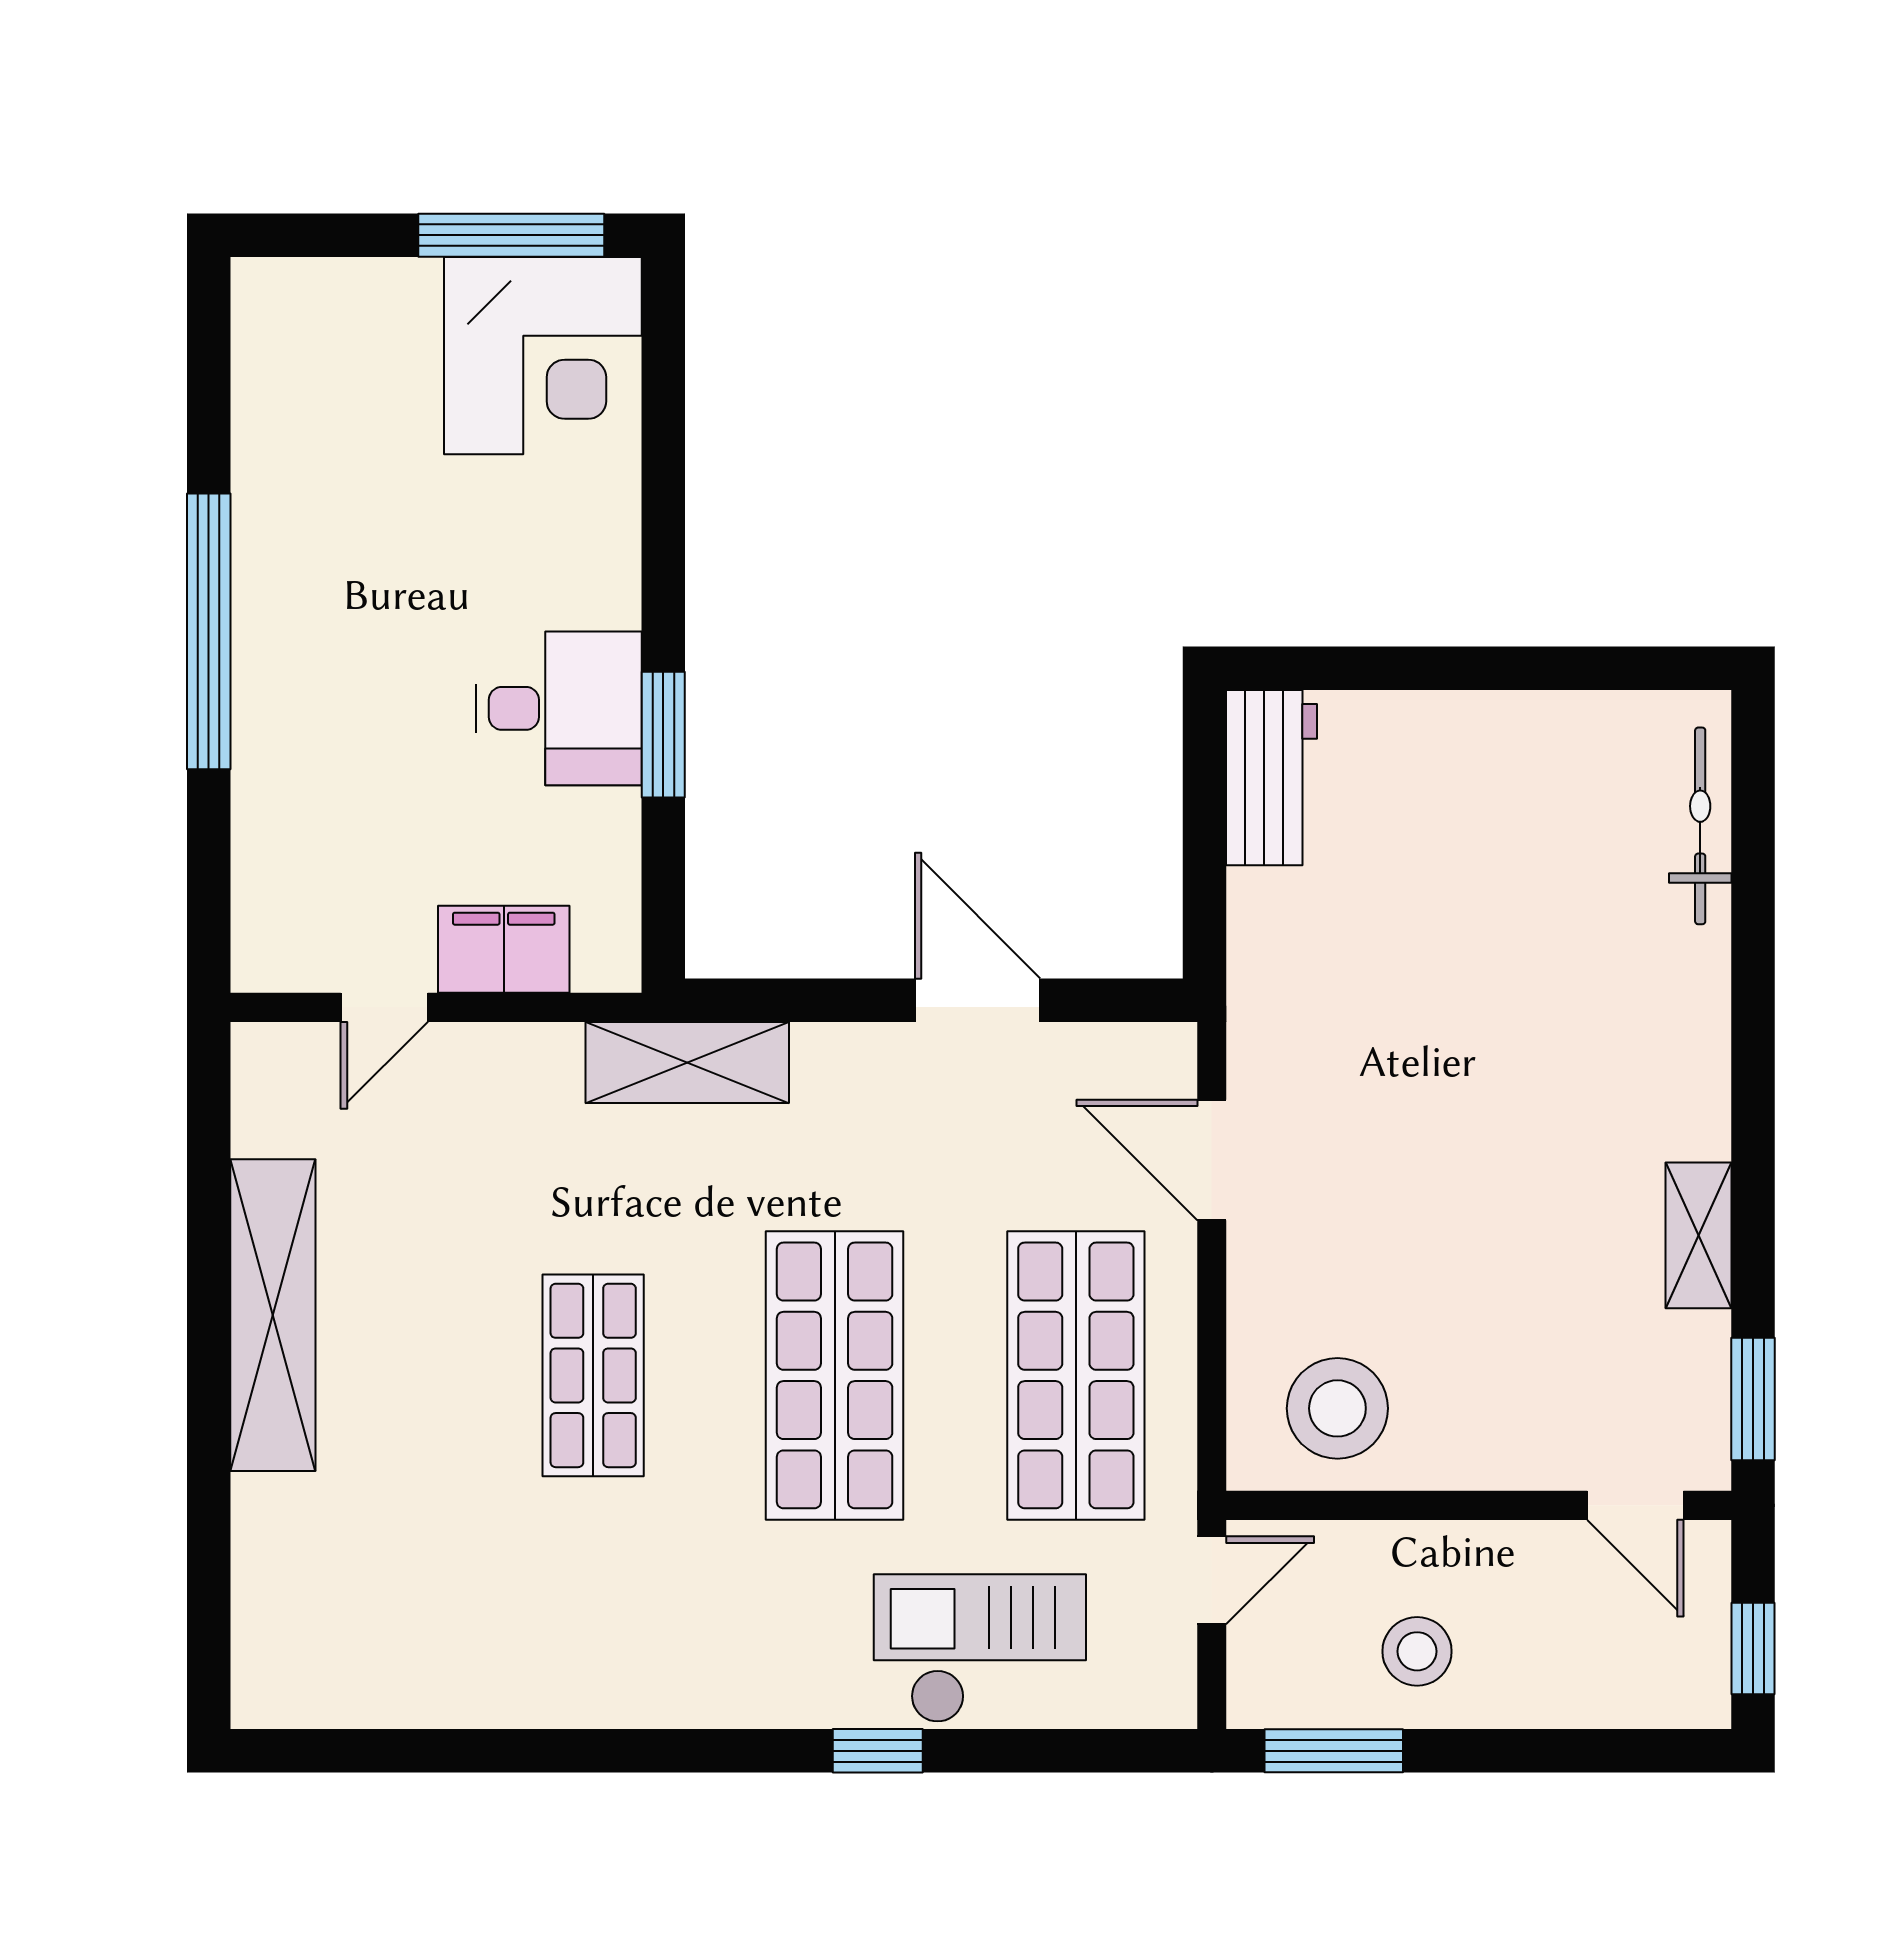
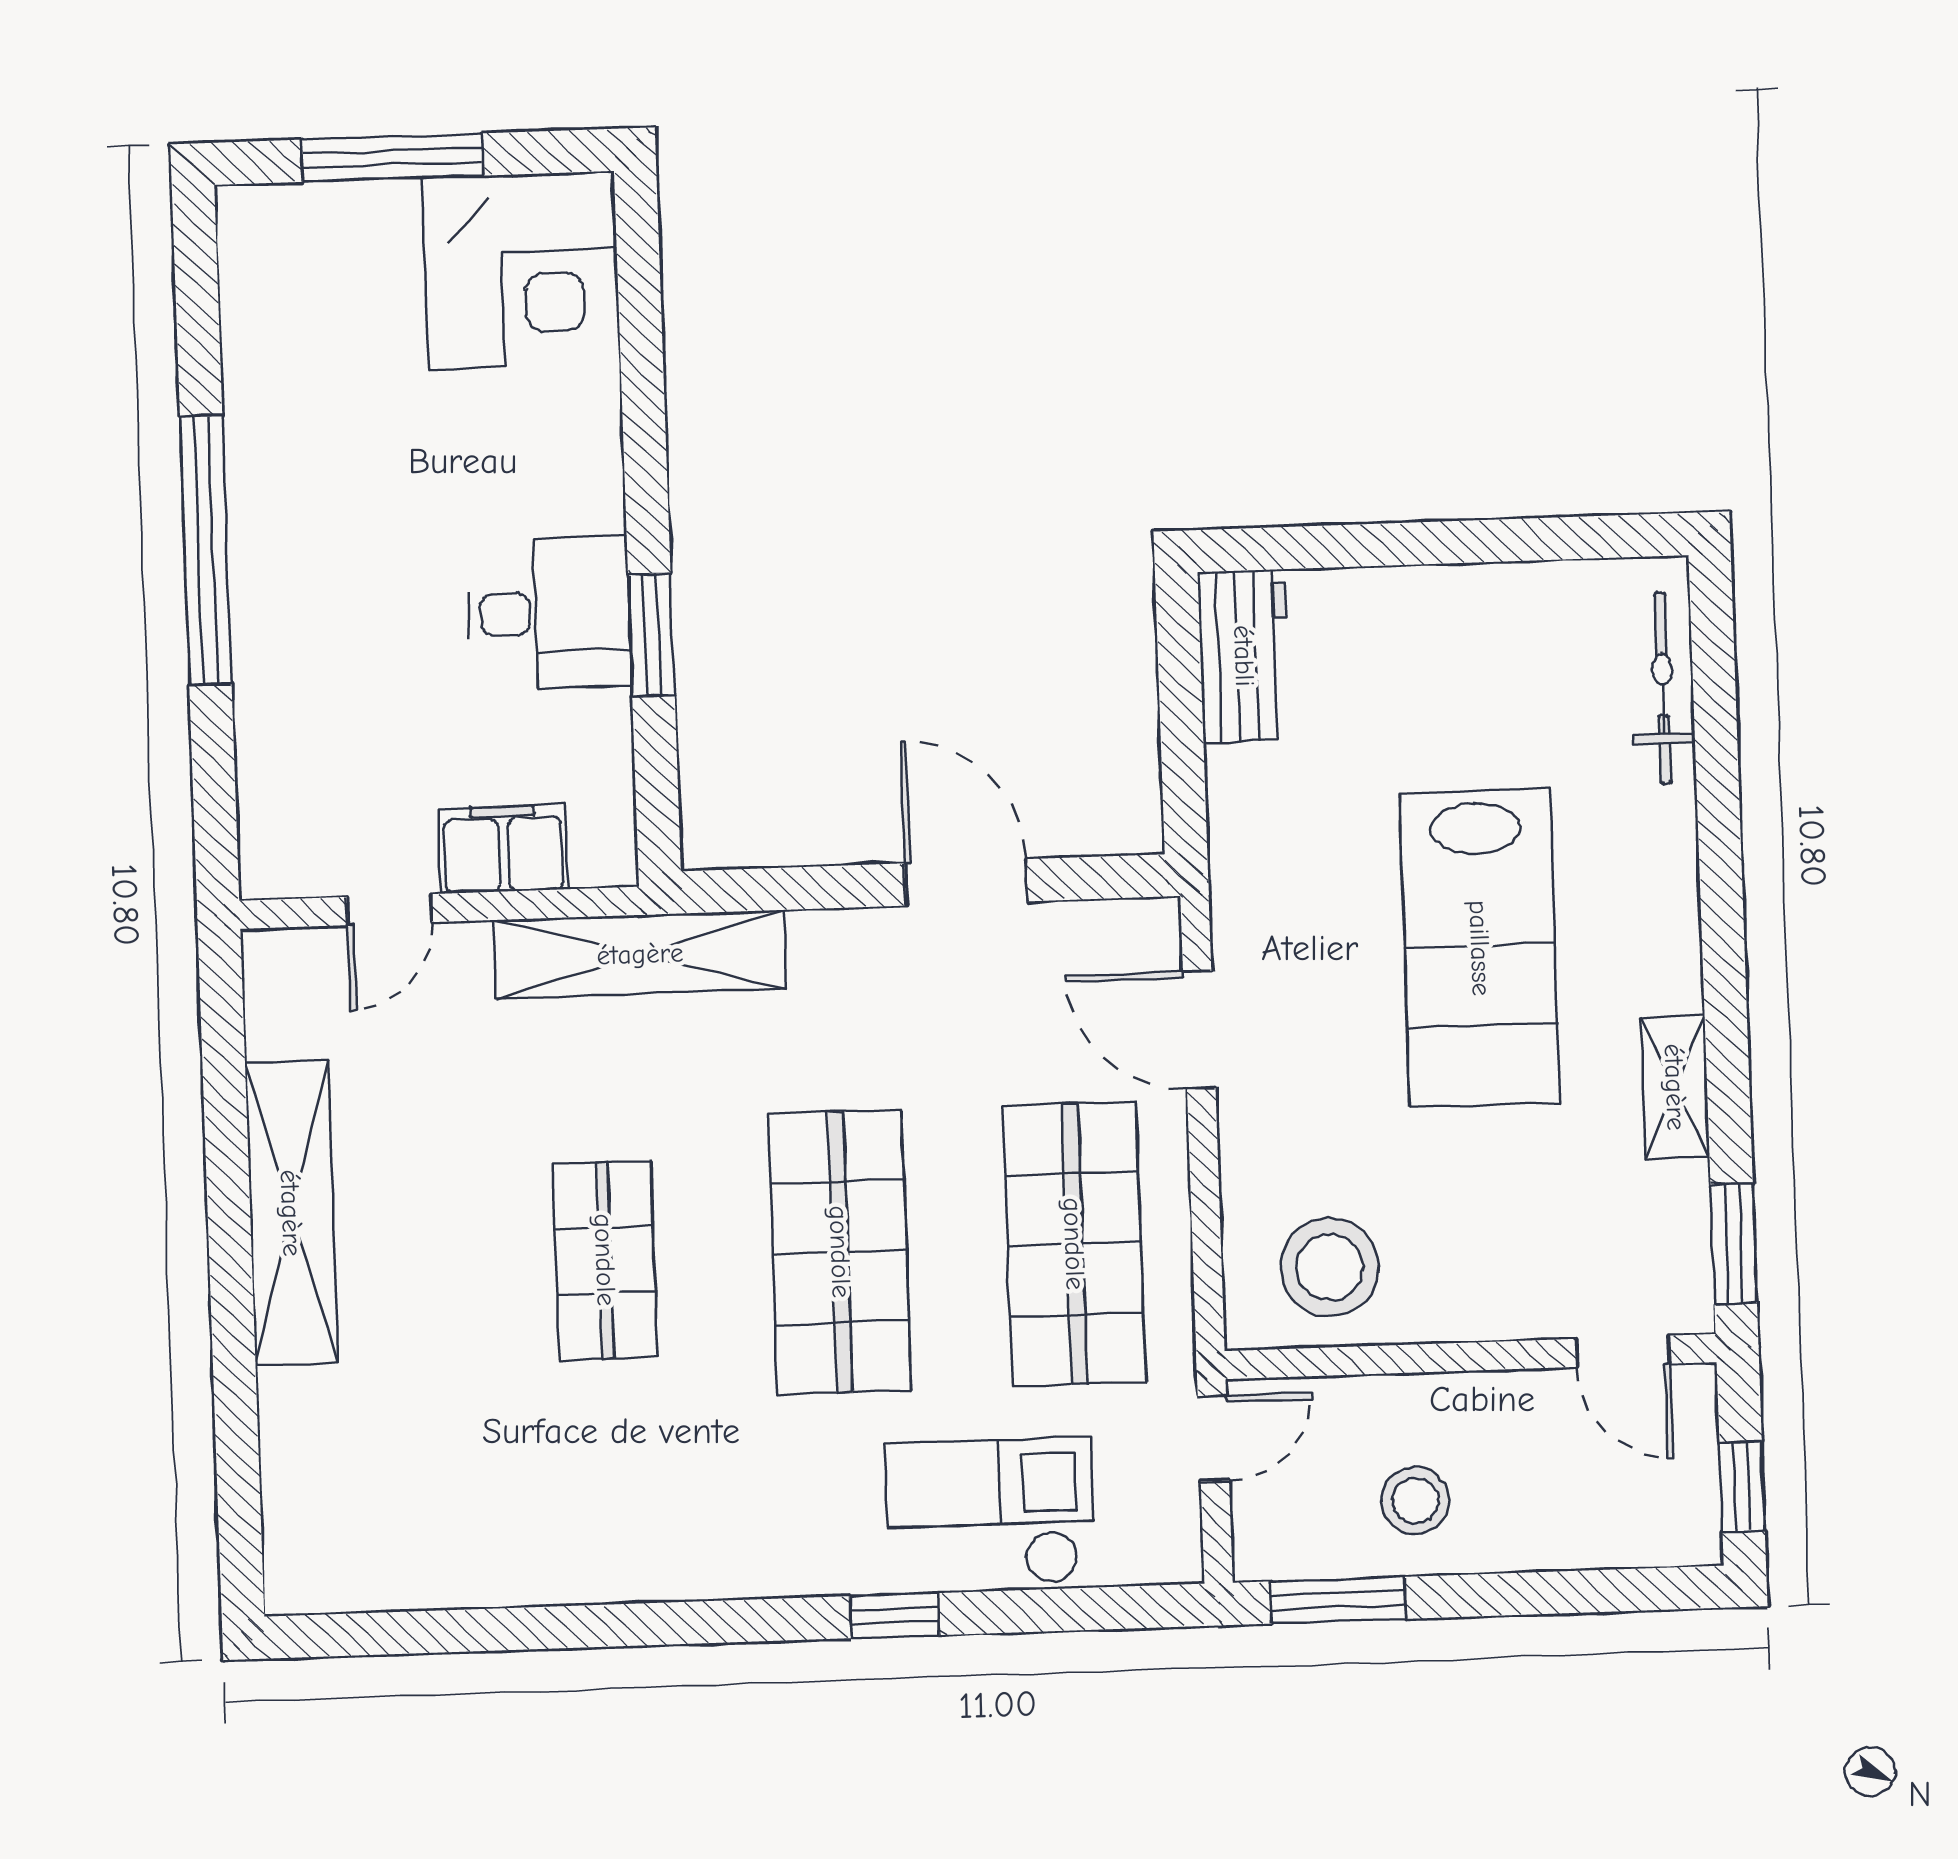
window: (511, 235) -> (392, 158), moved
shelving: (687, 1062) -> (640, 954), width x1.47
lab bench: (1503, 1086) -> (1480, 948), added

